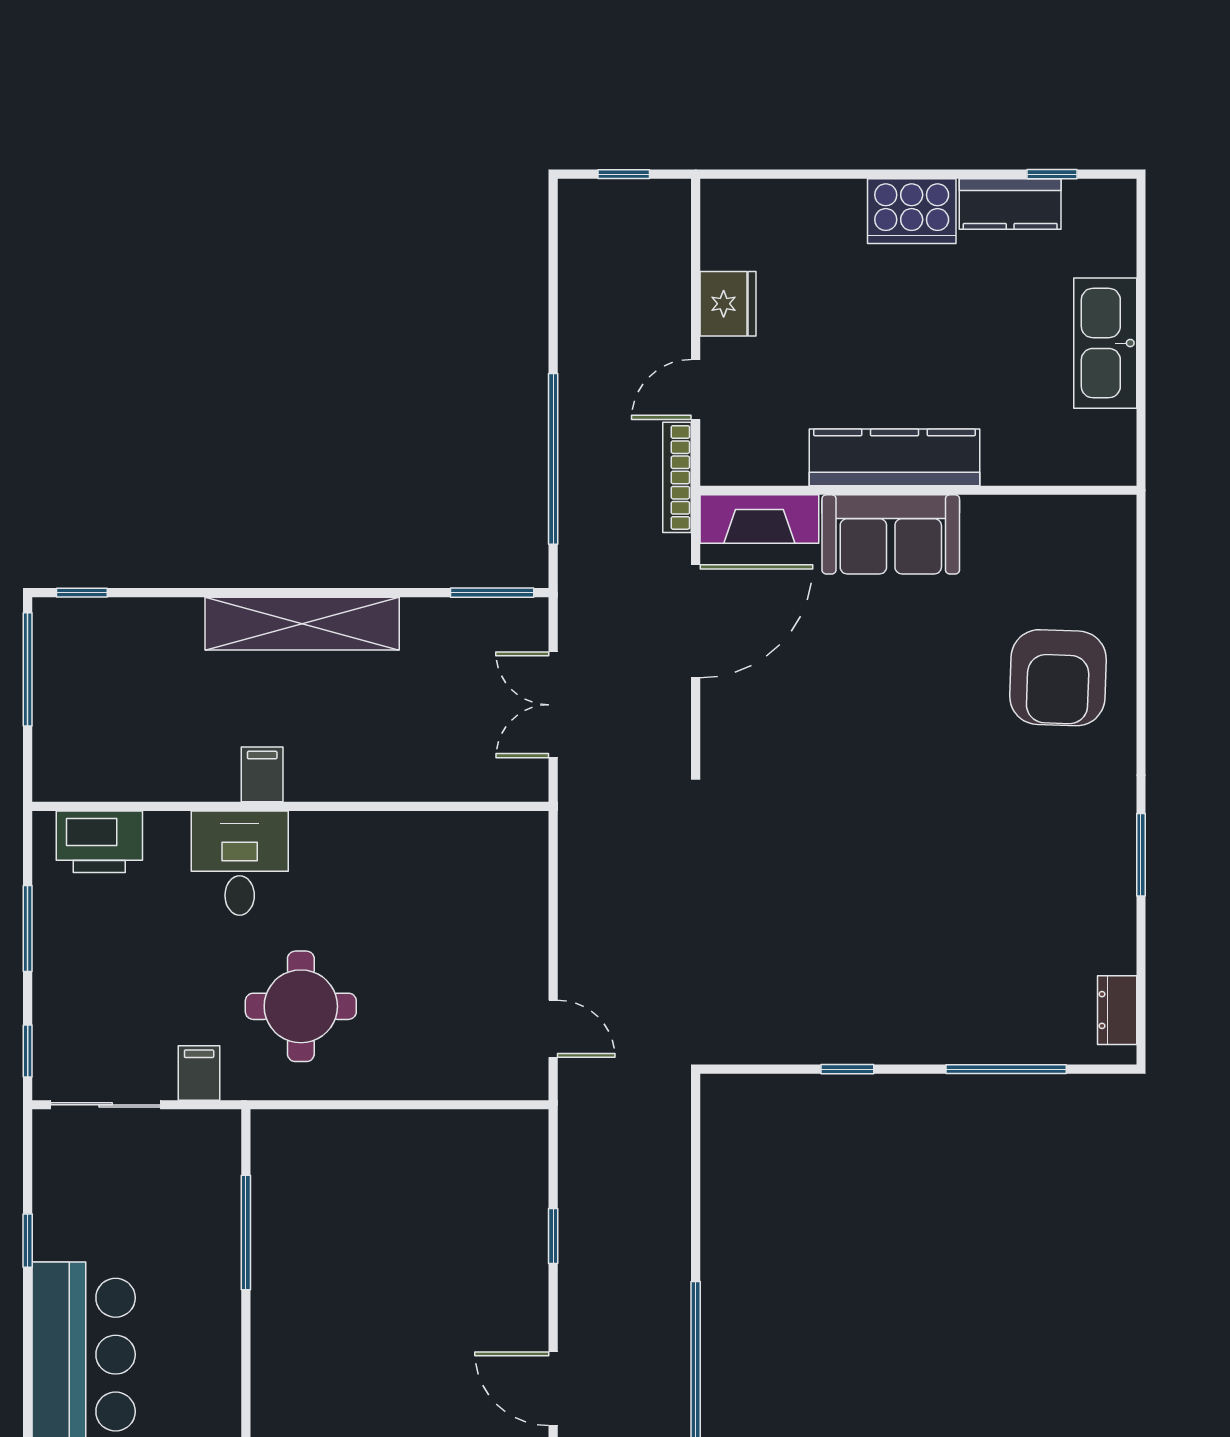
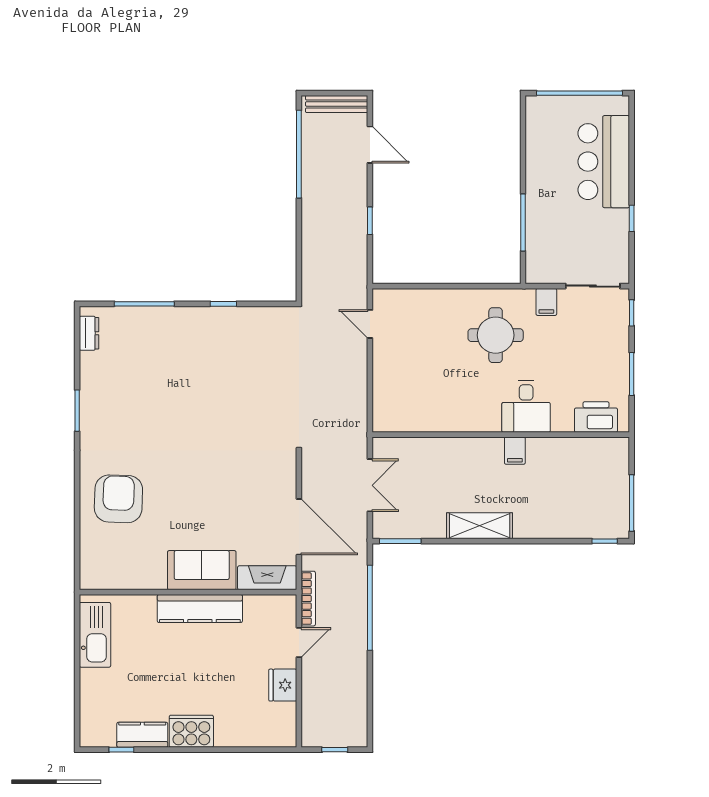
kitchen sink: (1105, 343) -> (95, 635), moved
door: (696, 621) -> (299, 527), swing flipped
shelving: (302, 624) -> (480, 526), width x0.68

